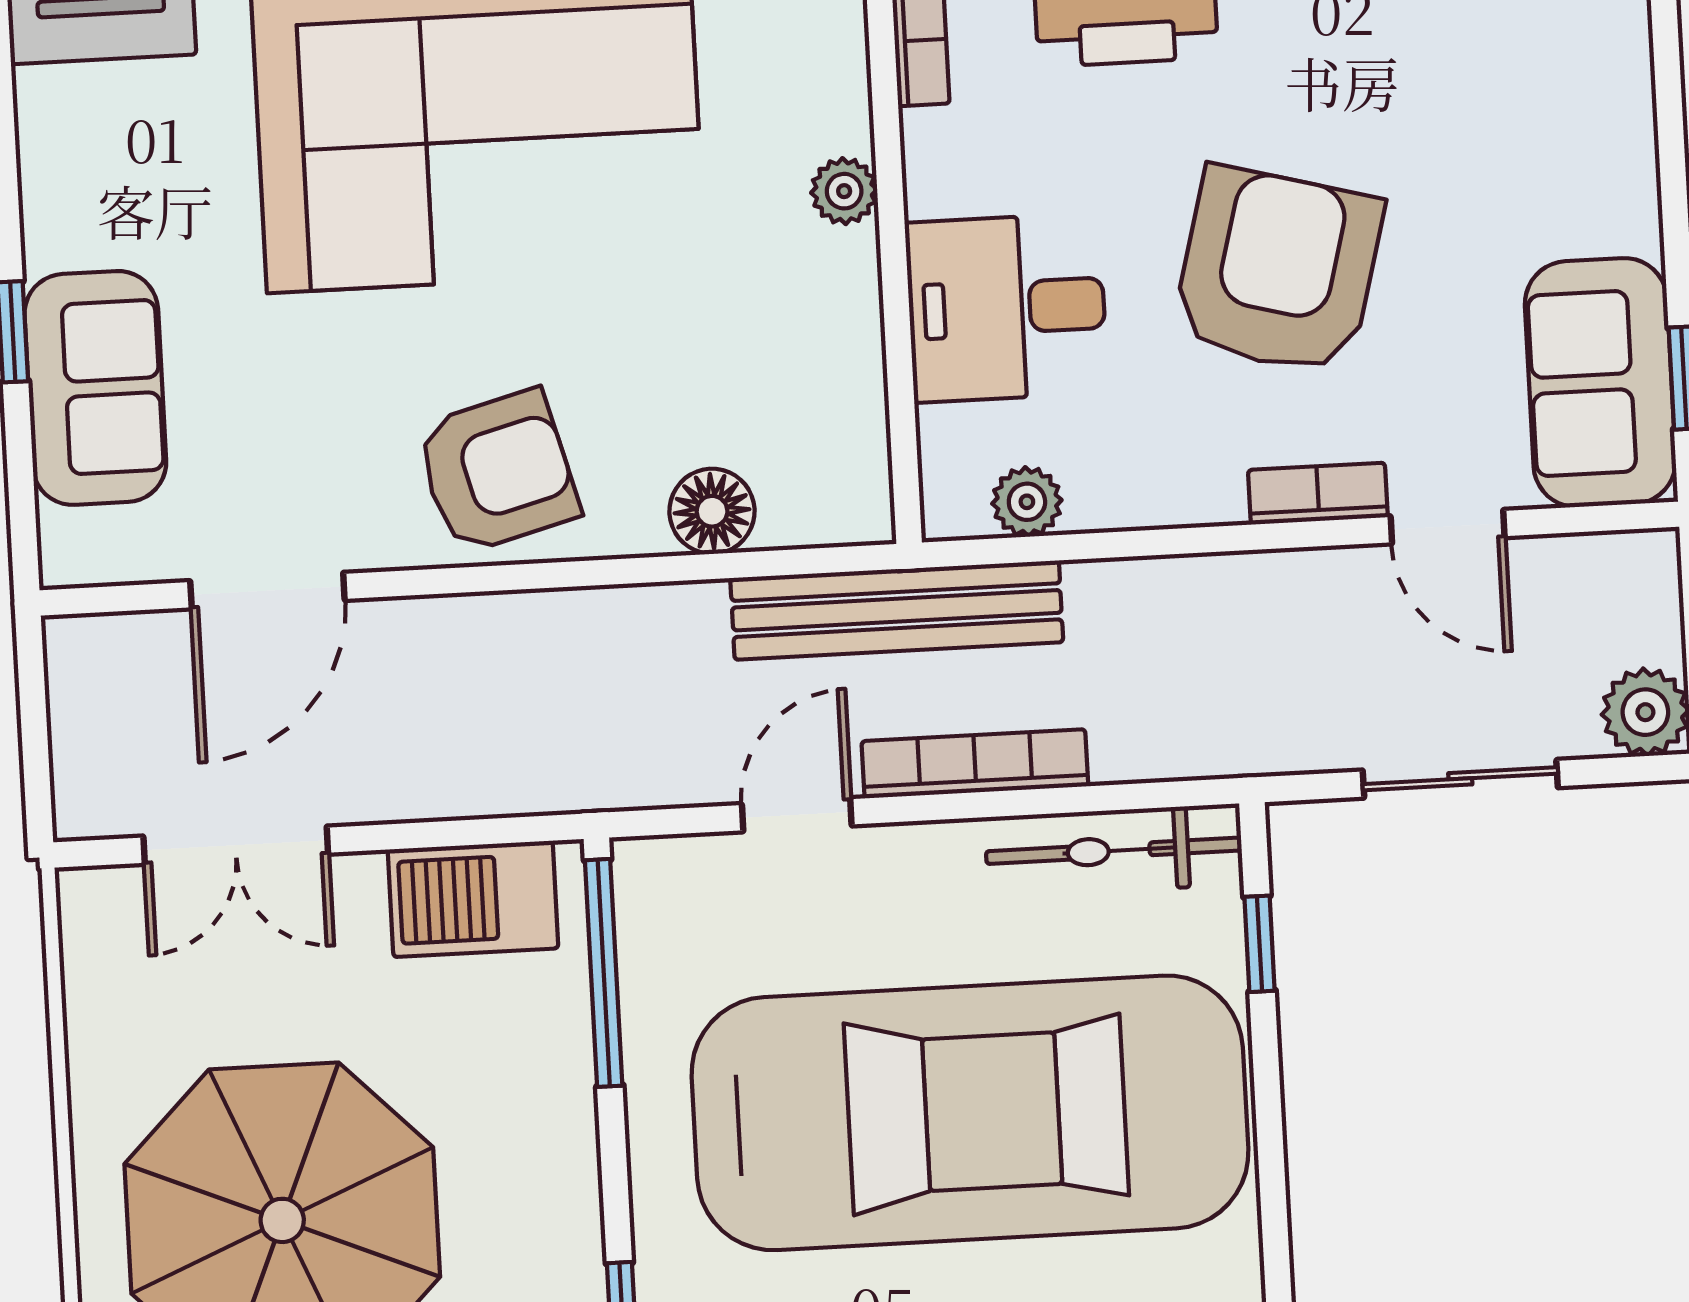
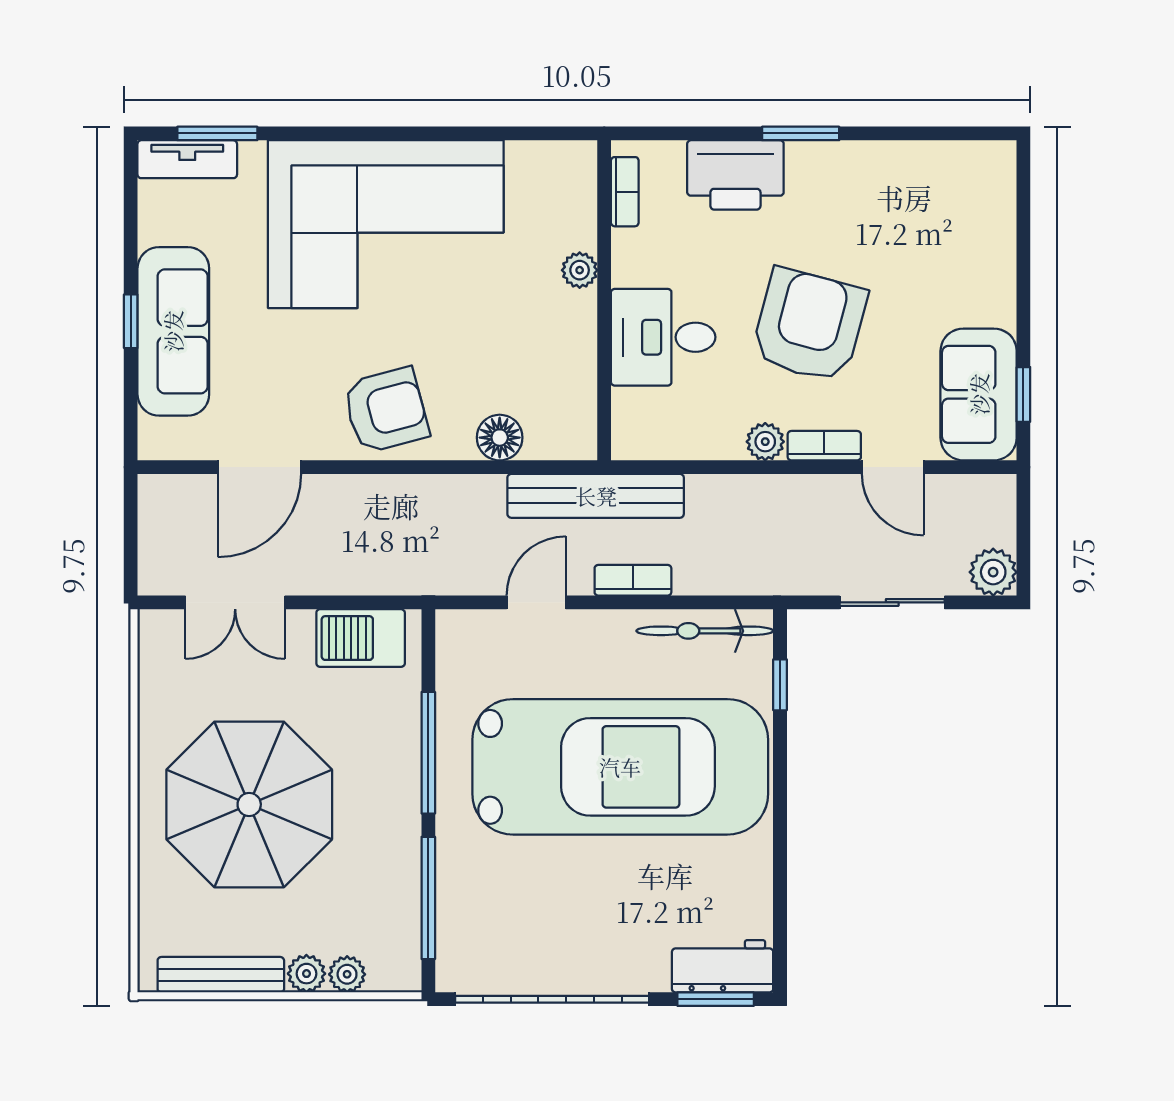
sofa: (95, 388) -> (173, 331), width x1.36
plant: (1027, 502) -> (765, 442), moved
bookcase: (975, 764) -> (633, 580), width x0.64
window: (604, 973) -> (428, 753), moved

